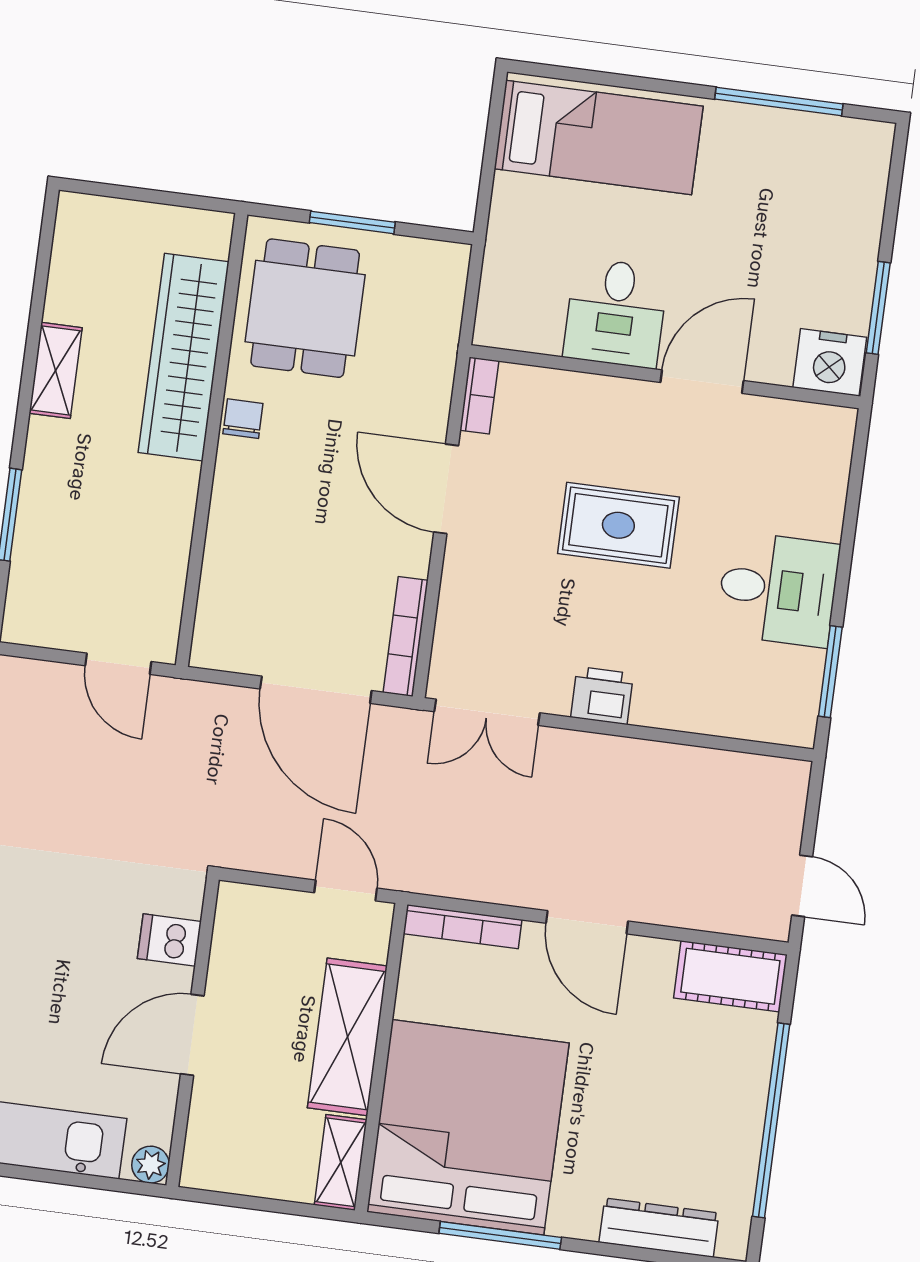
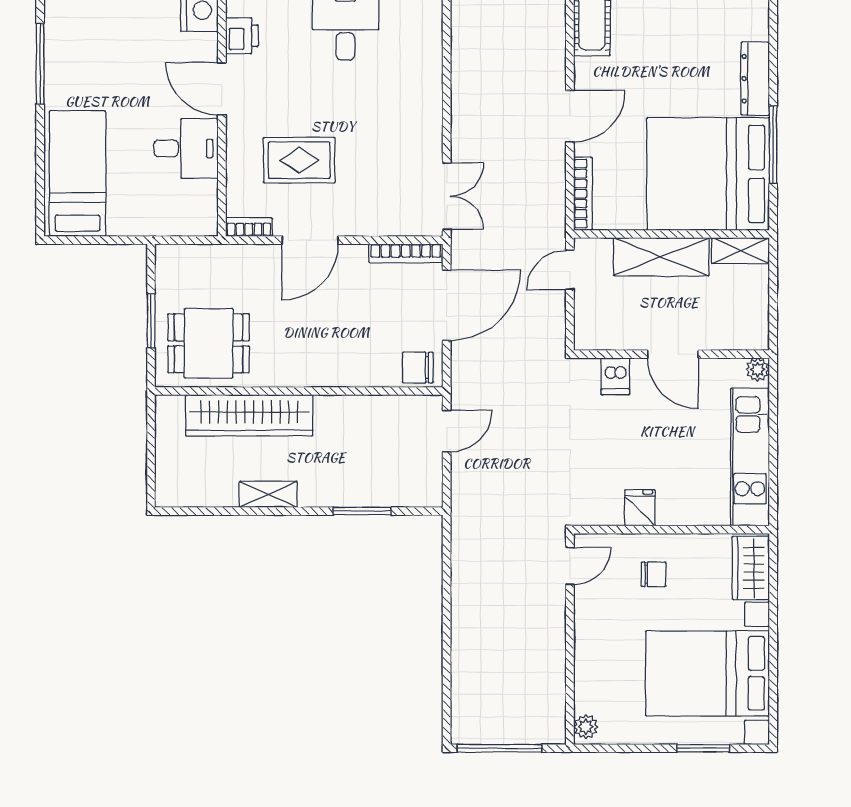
chair: (243, 419) -> (418, 368), moved, width x1.37, depth x1.37
rug: (618, 525) -> (299, 160), moved, turned 90
printer: (602, 696) -> (242, 36), moved, turned 180
dresser: (659, 1228) -> (755, 79), moved

